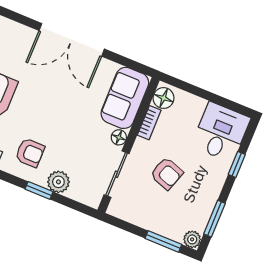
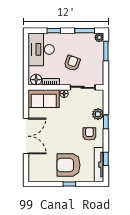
desk: (221, 132) -> (41, 49), width x1.37

